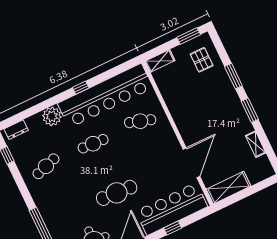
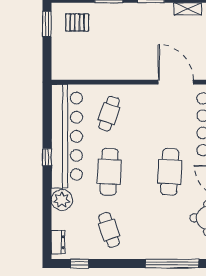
shelving: (160, 61) -> (58, 65), removed
cafe table: (93, 144) -> (109, 172), width x1.37, depth x1.35

